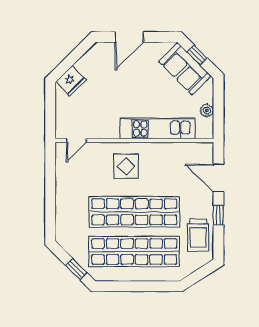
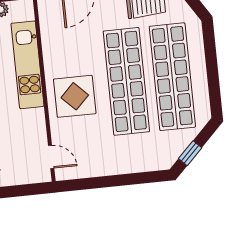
display table: (126, 166) -> (75, 96), width x1.36, depth x1.36
window: (76, 269) -> (190, 153), moved

